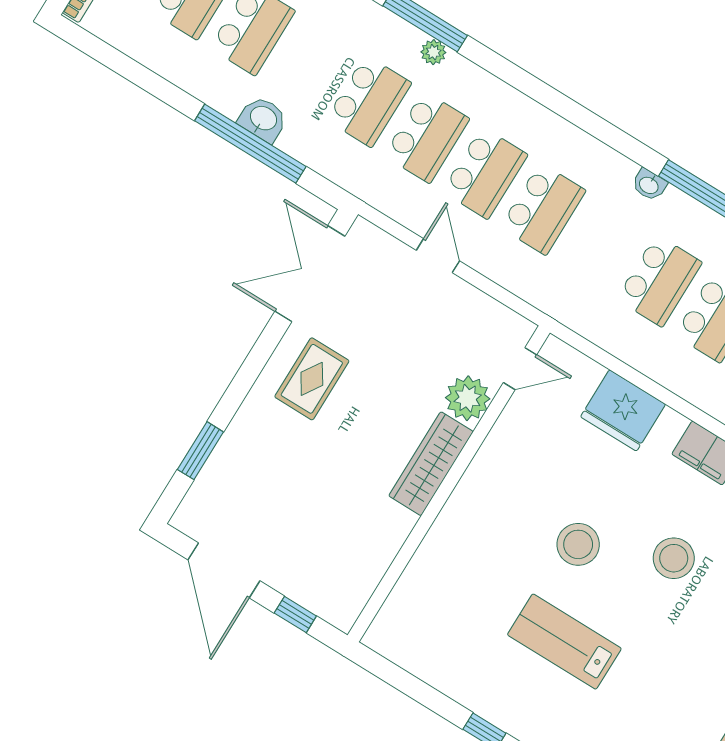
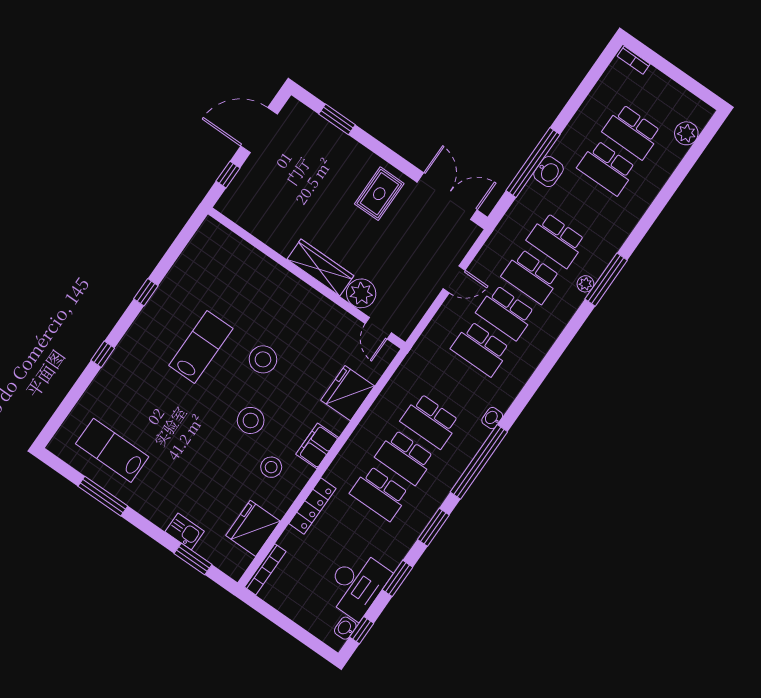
rug: (312, 379) -> (379, 194), turned 90

